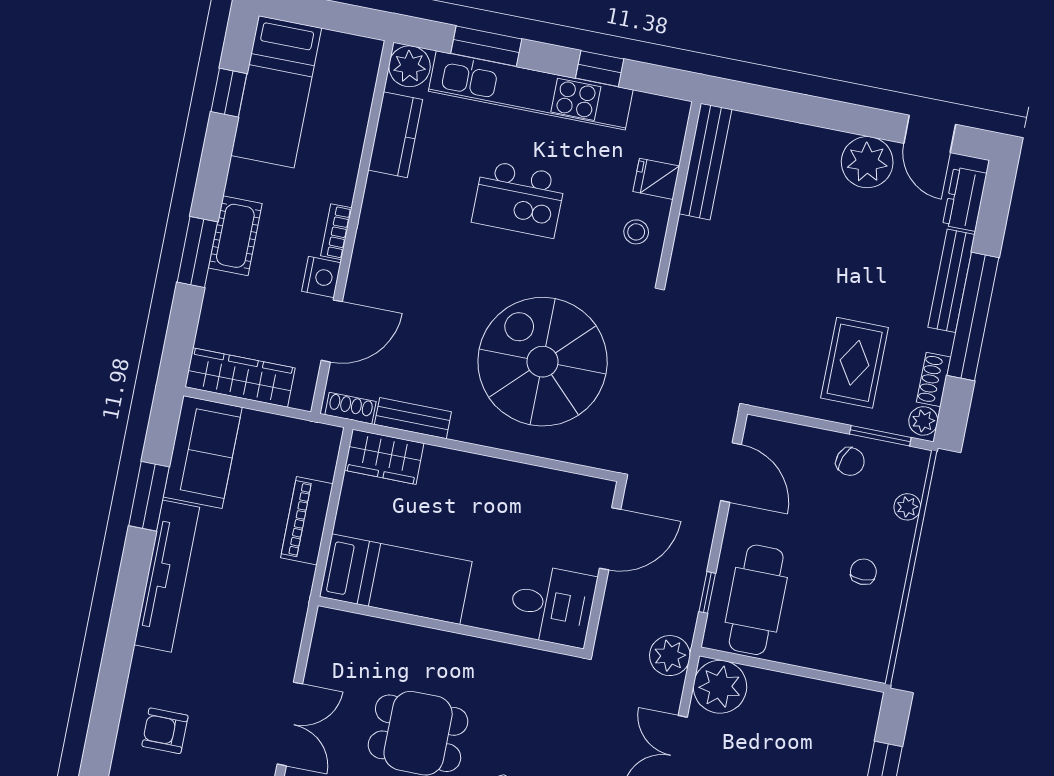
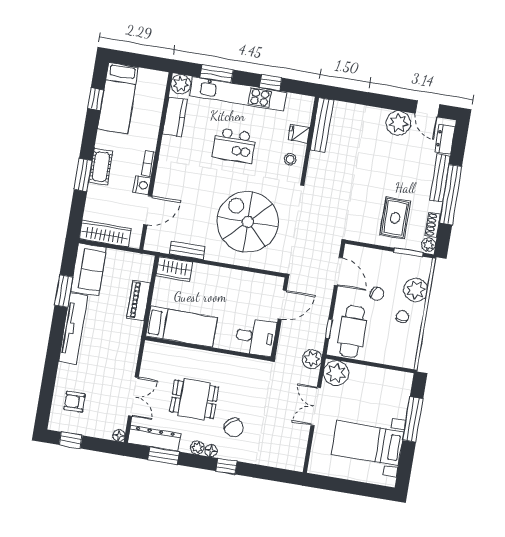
shoe rack: (350, 408) -> (158, 247), removed
chair: (850, 462) -> (377, 294), moved
plant: (907, 507) -> (416, 290), width x1.87, depth x1.87

